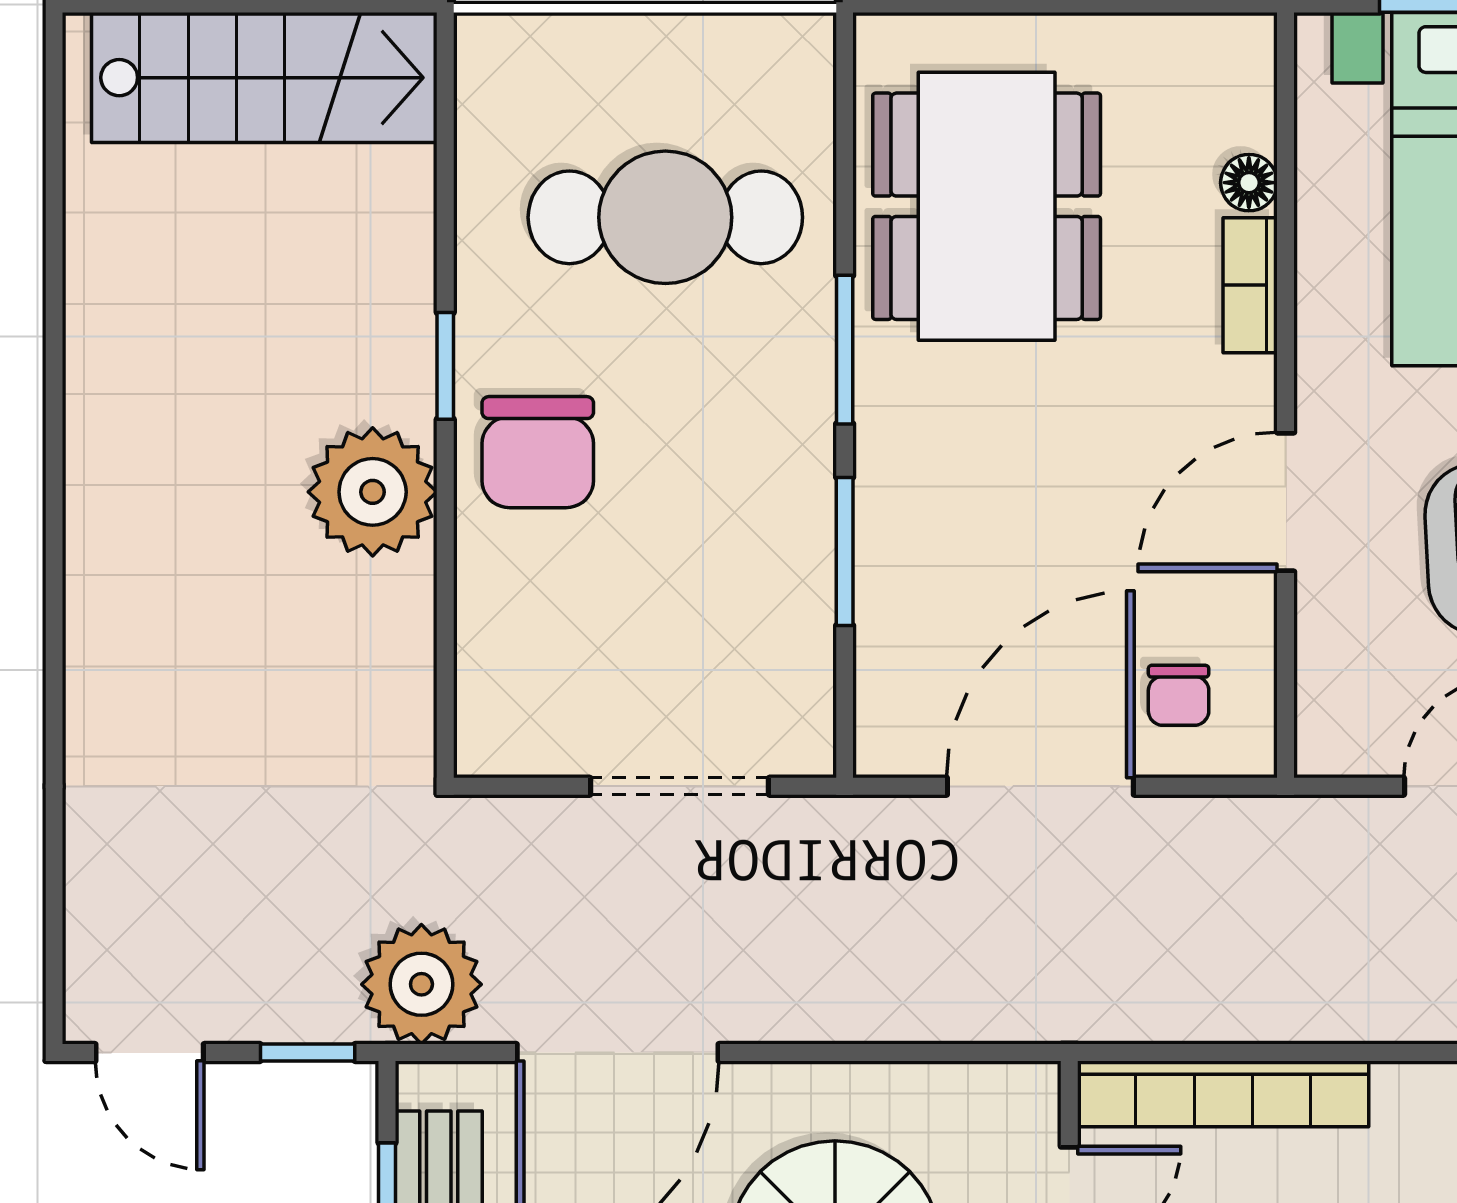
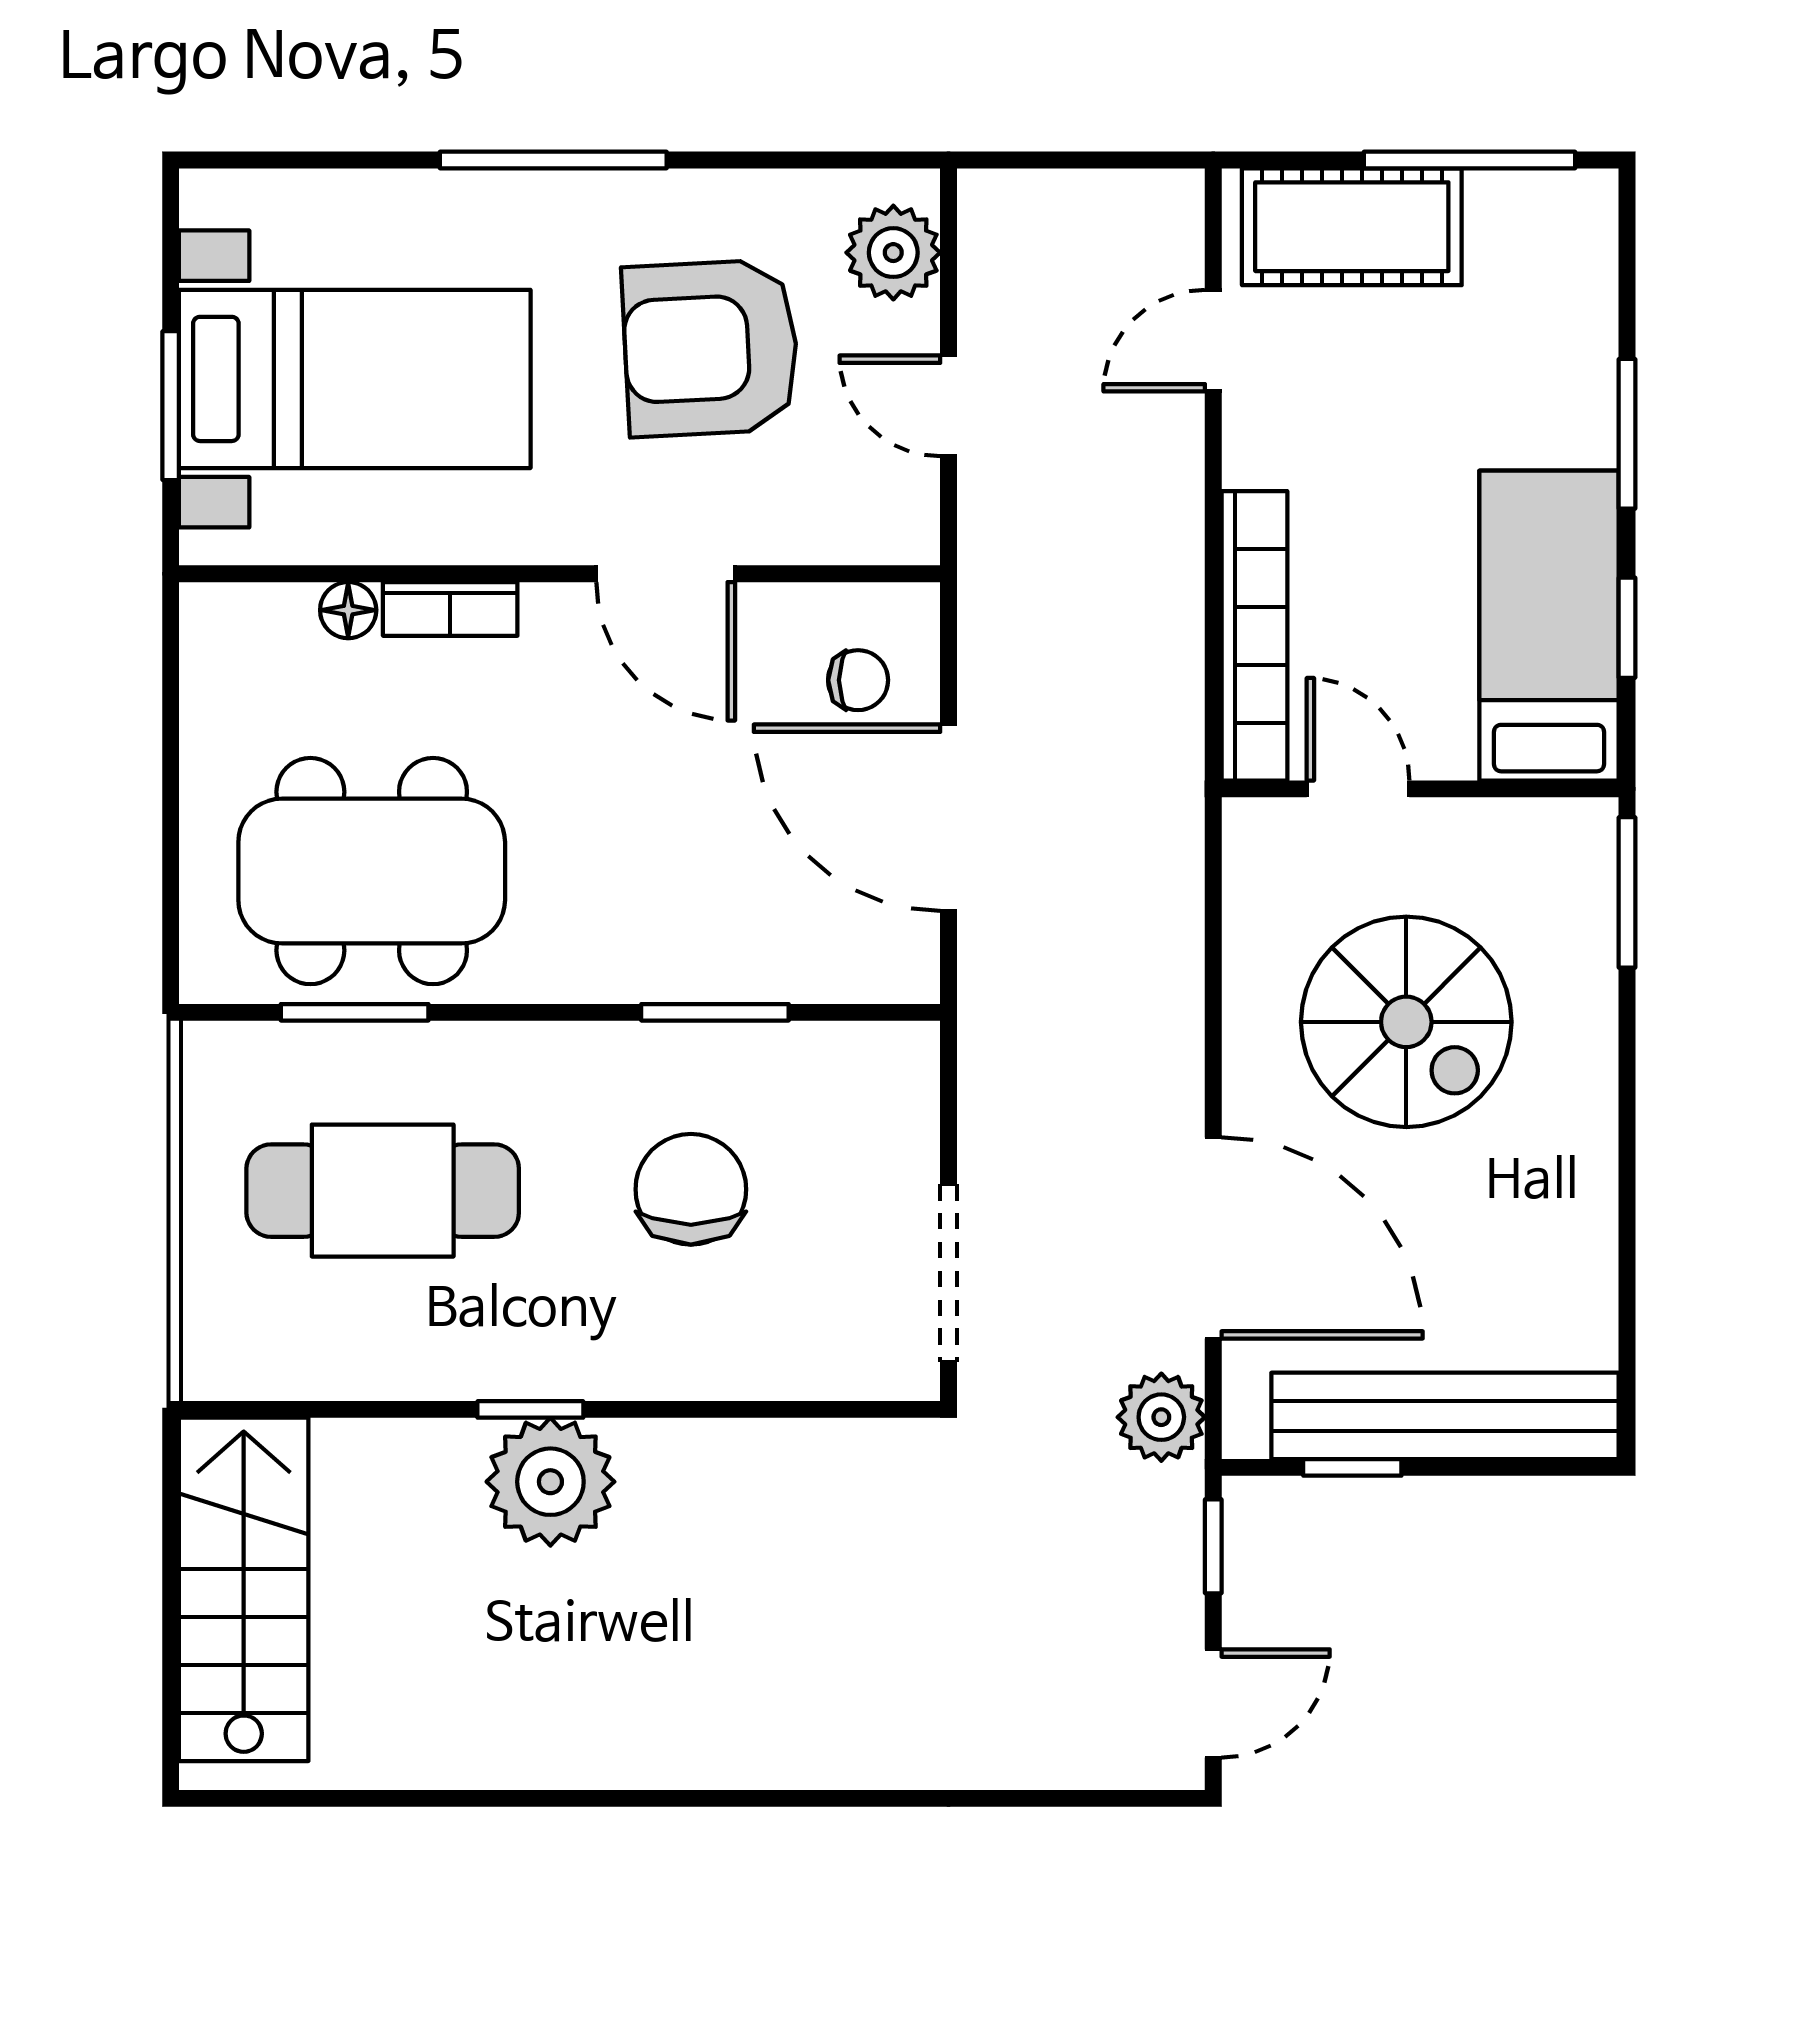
cafe table: (665, 217) -> (383, 1191), turned 90
window: (845, 350) -> (355, 1012), moved
chair: (538, 452) -> (691, 1189), moved, turned -90
plant: (373, 492) -> (550, 1482), moved
doorway: (680, 786) -> (948, 1273), moved
plant: (421, 984) -> (1161, 1417), width x0.73, depth x0.73

